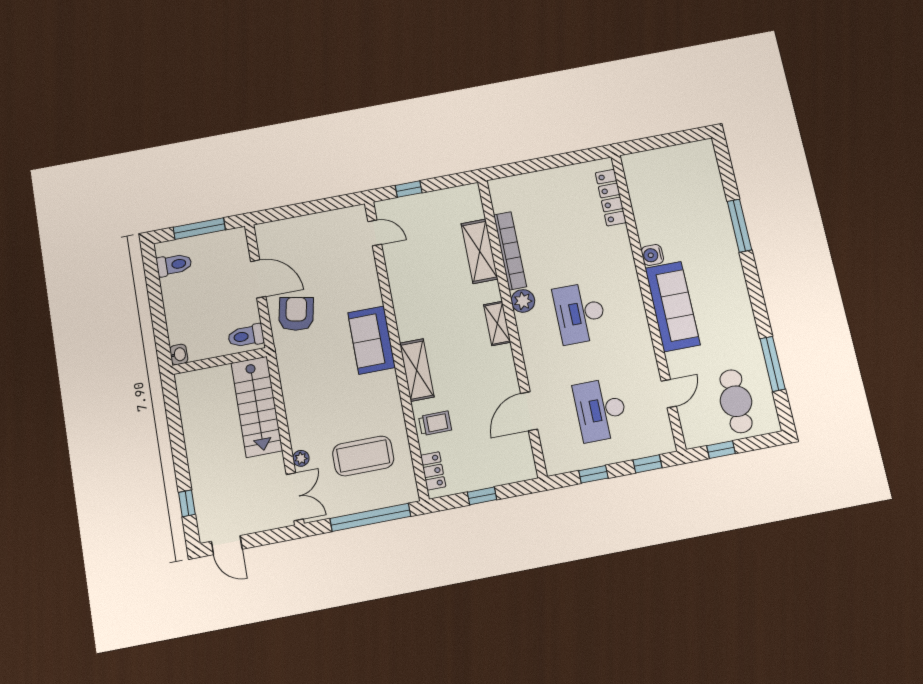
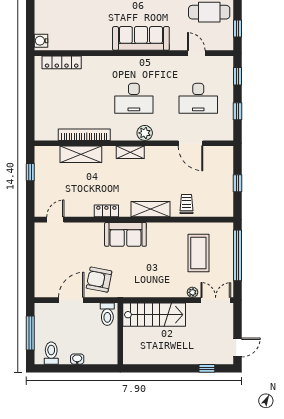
window: (409, 189) -> (30, 172), moved
water cooler: (652, 255) -> (41, 41), moved, turned 90
plant: (523, 301) -> (145, 133), moved
washbasin: (179, 354) -> (77, 359), moved
locker: (433, 471) -> (106, 211), moved

